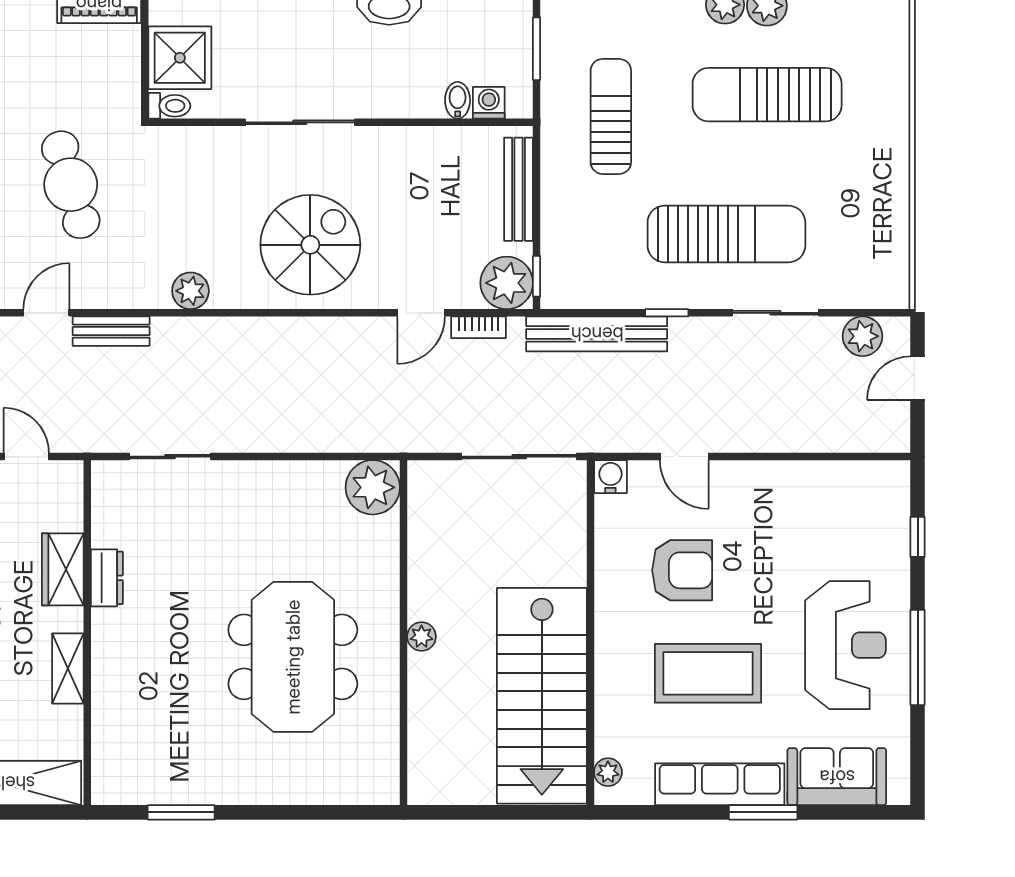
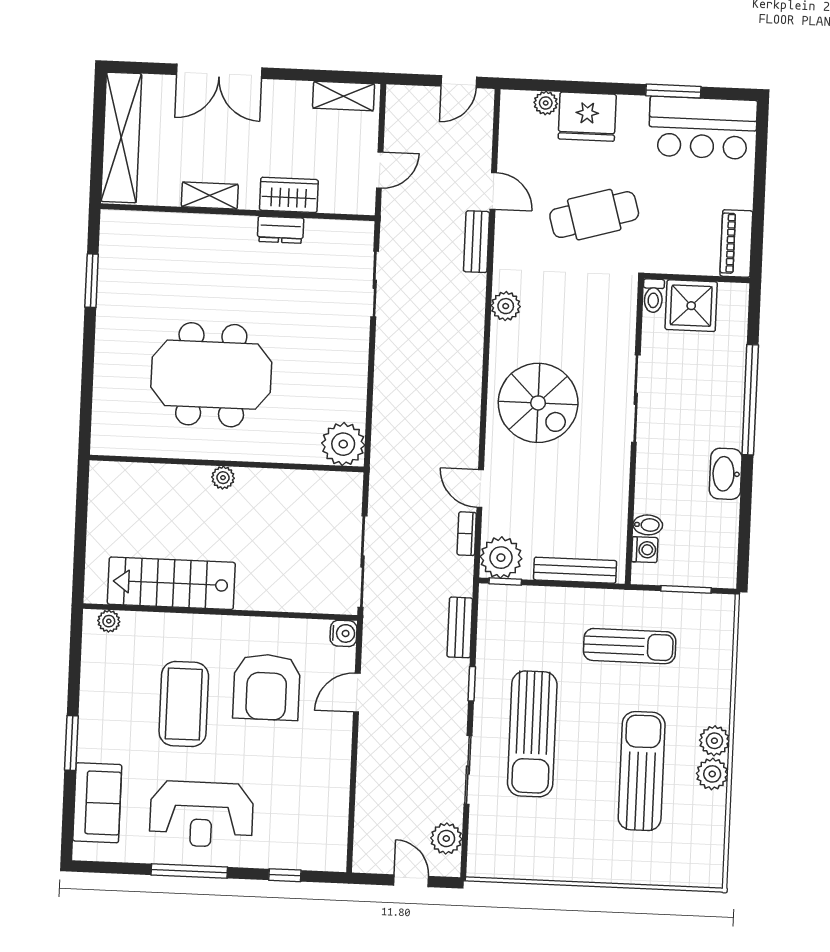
bench: (597, 334) -> (460, 627), width x0.54, depth x0.82
armchair: (682, 570) -> (267, 687), width x1.36, depth x1.36
stairs: (542, 696) -> (171, 583), width x0.73, depth x0.66
row of seats: (720, 784) -> (95, 709), removed

